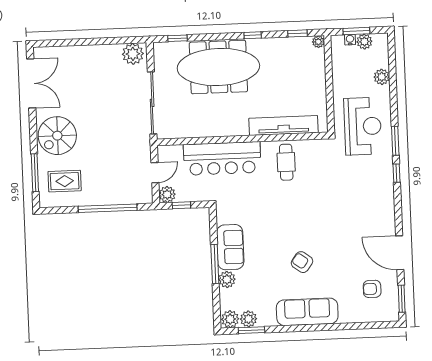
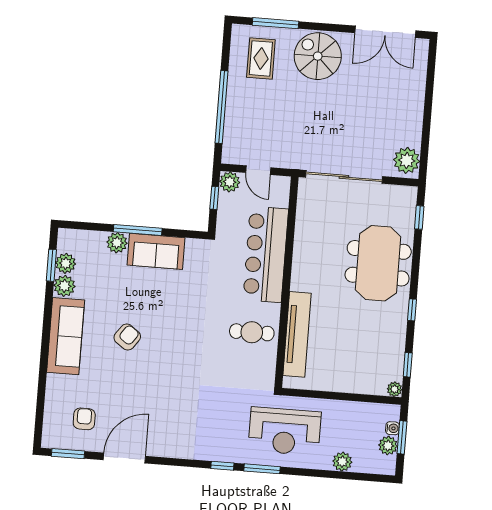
meeting table: (218, 67) -> (378, 263), width x0.73
plant: (230, 319) -> (64, 286), moved

